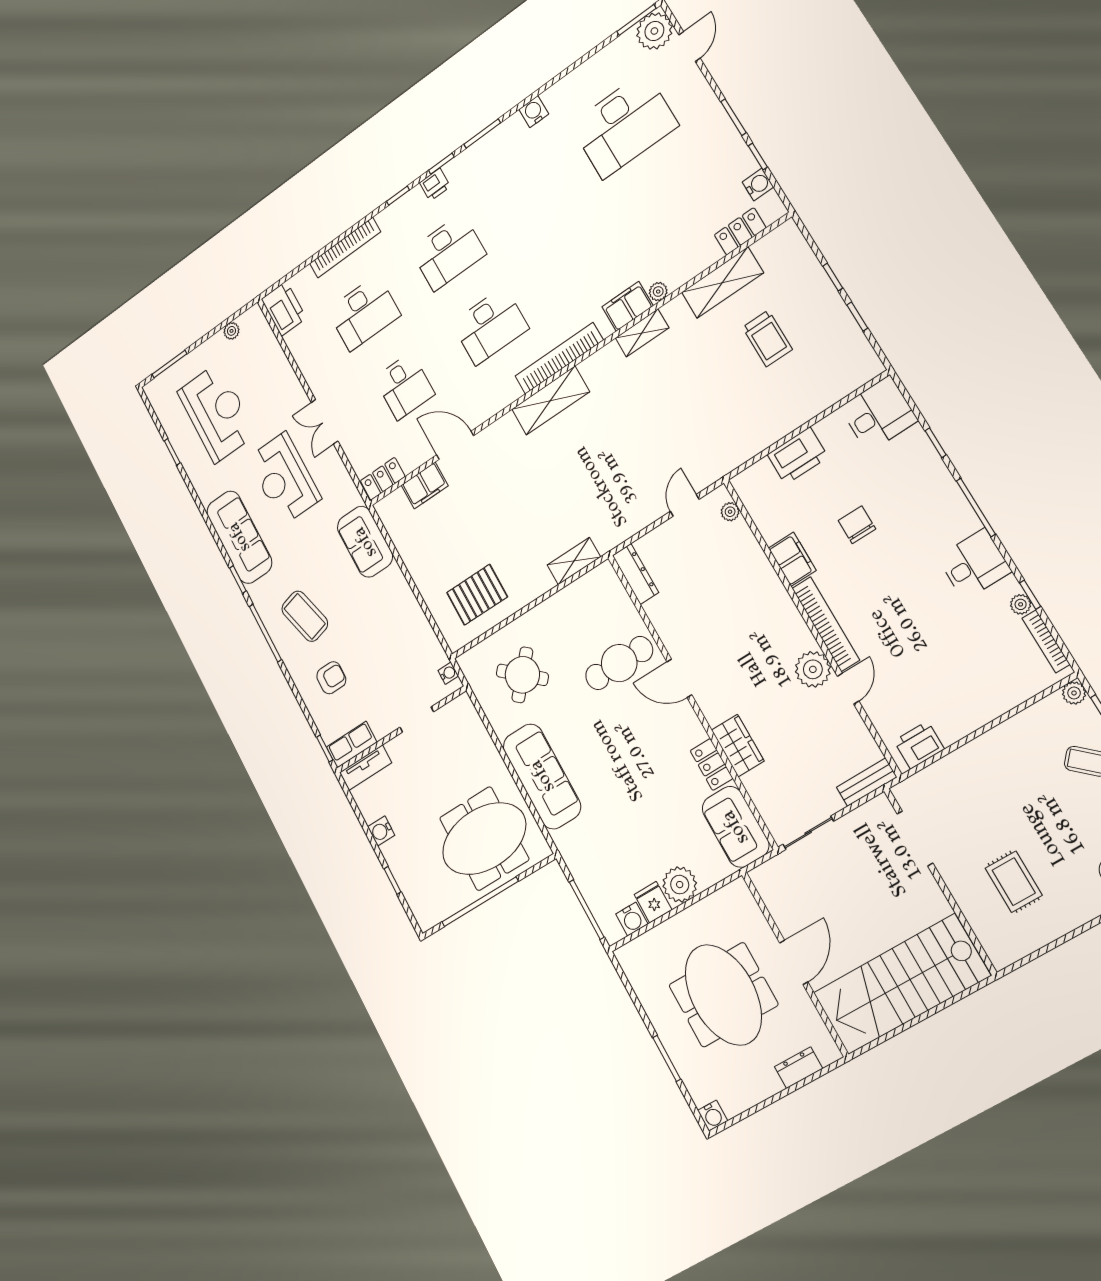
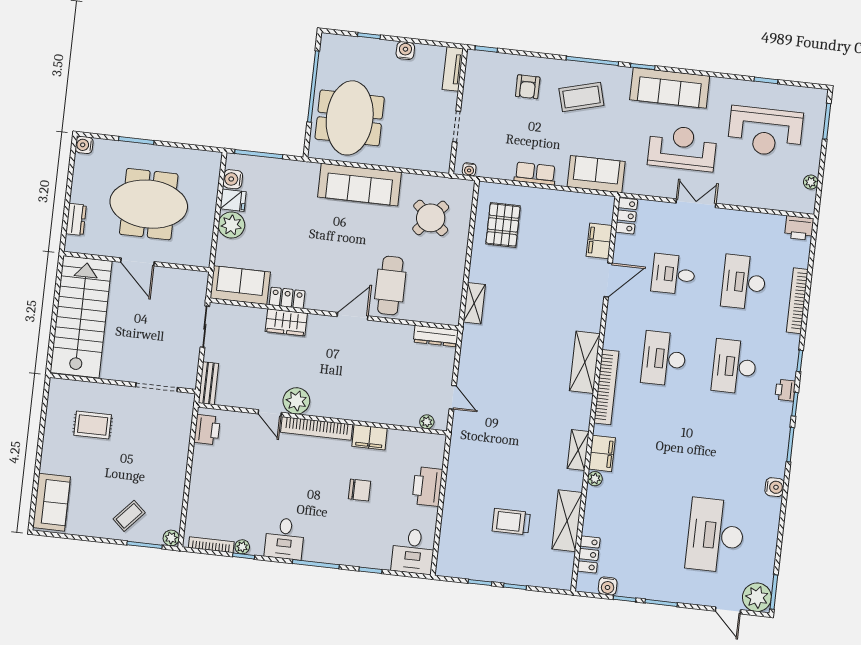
printer: (284, 309) -> (799, 228), width x0.73, depth x0.84
row of seats: (352, 745) -> (535, 174), moved, turned -90

